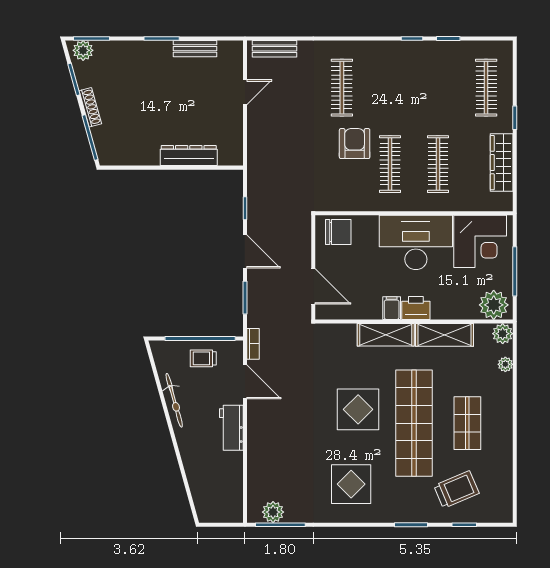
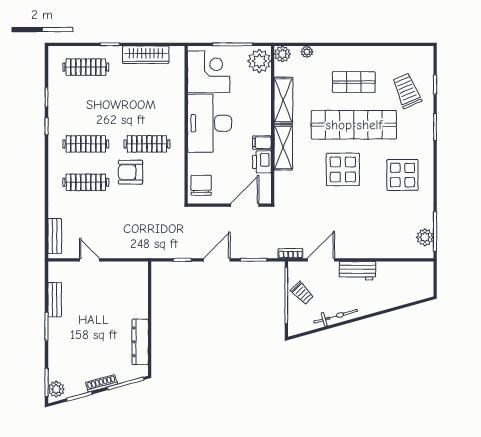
dresser: (189, 156) -> (140, 342), moved
clothes rail: (438, 164) -> (86, 144), moved
printer: (416, 308) -> (262, 162), moved
trolley: (203, 358) -> (302, 293), turned -44

